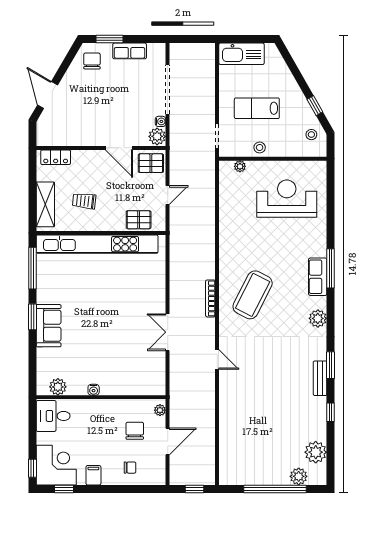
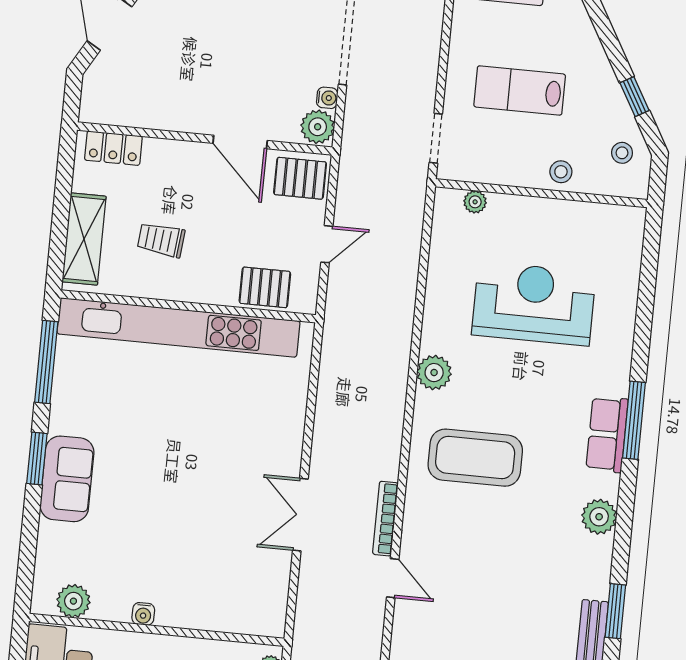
stool: (260, 147) -> (561, 172), moved
reception desk: (287, 199) -> (534, 304), moved
plant: (228, 254) -> (434, 373), added
coffee table: (253, 295) -> (475, 458), turned 63
bookcase: (210, 298) -> (385, 519), moved

